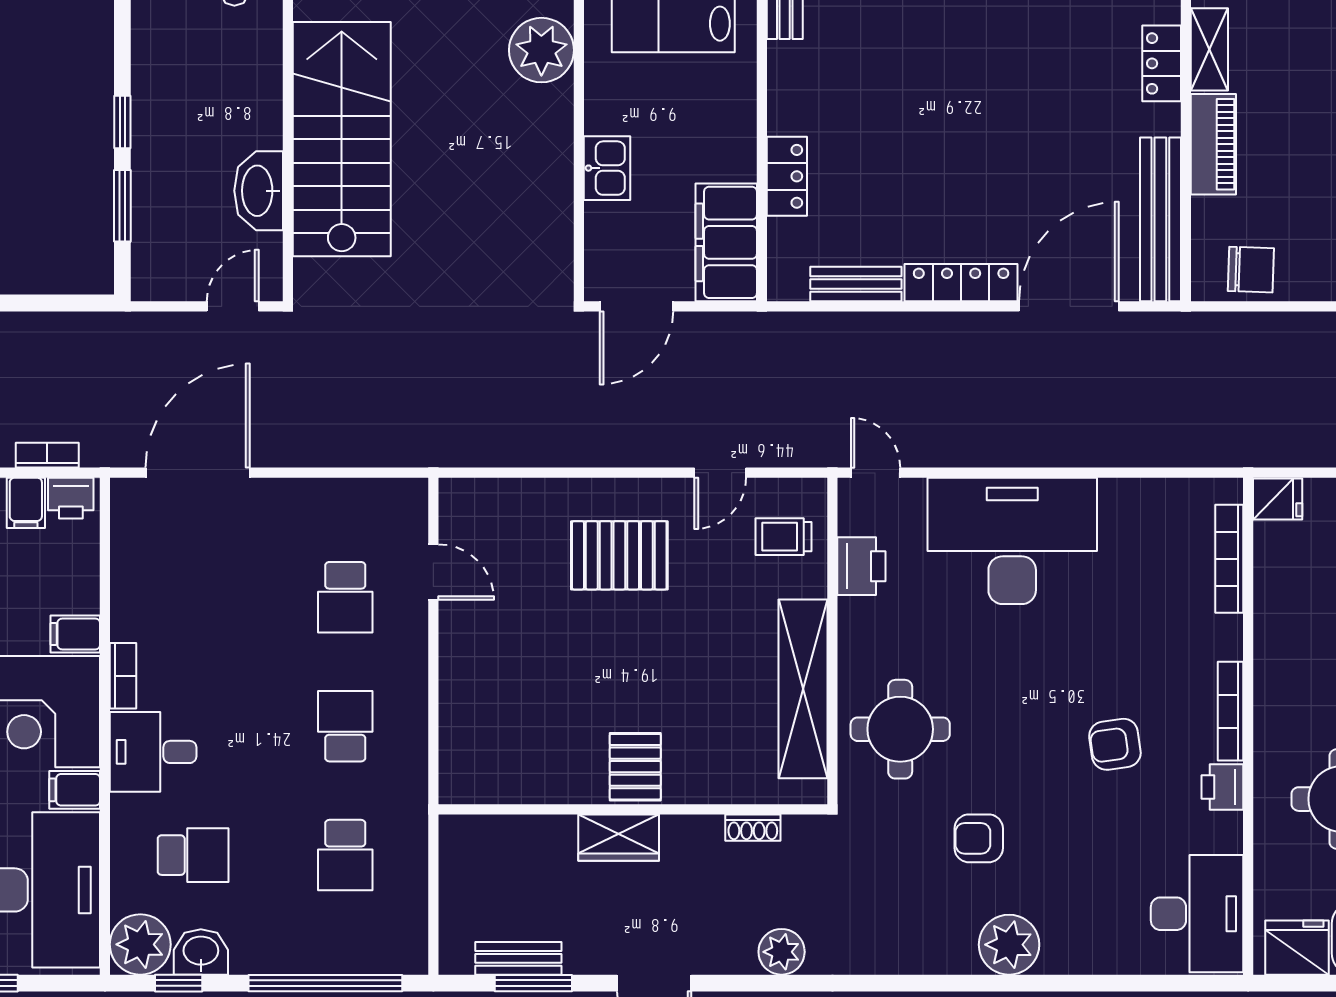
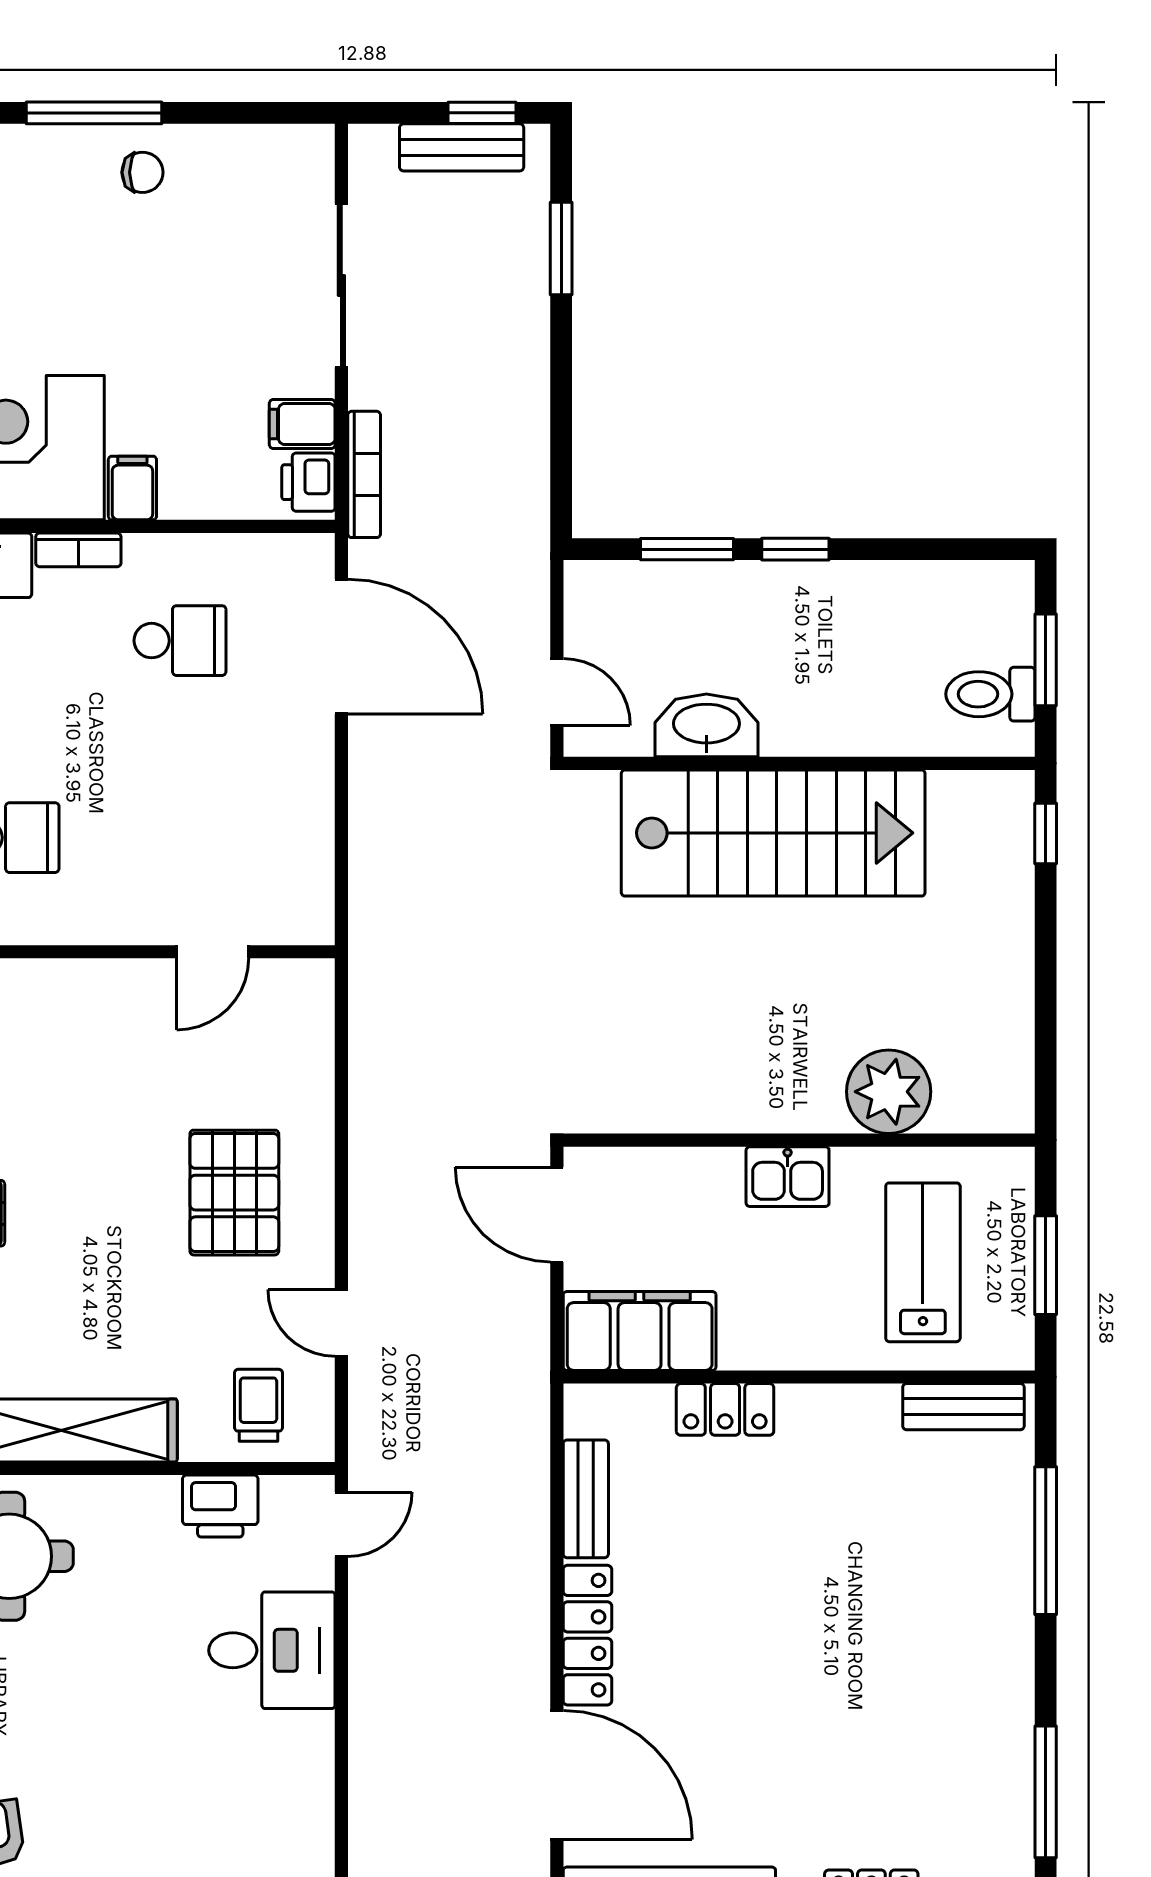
kitchen sink: (607, 168) -> (788, 1177), moved
bookcase: (47, 455) -> (364, 474), width x1.56
desk: (1012, 541) -> (272, 1650), width x0.53, depth x0.77
school desk: (345, 597) -> (180, 641), moved, turned 180

